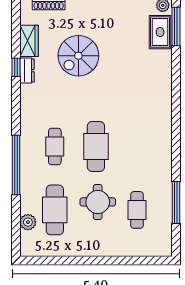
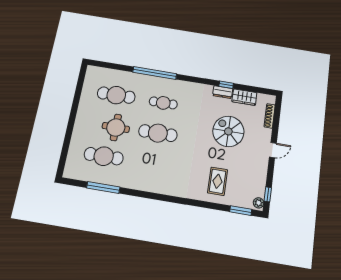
window: (176, 26) -> (241, 211), width x0.69
rug: (160, 32) -> (218, 181), moved, turned 90
cafe table: (137, 210) -> (104, 156), width x1.37, depth x1.35
plant: (28, 222) -> (111, 75), removed

